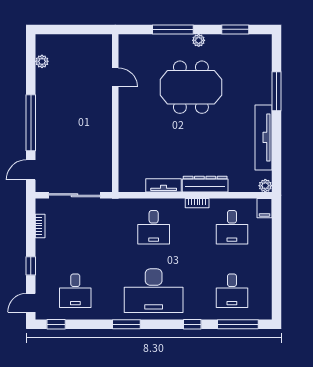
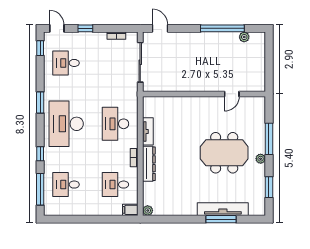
meeting table: (191, 87) -> (224, 153), turned 90
window: (31, 123) -> (222, 28), moved
tv unit: (263, 137) -> (223, 209), moved
desk: (154, 227) -> (115, 124), width x1.37

